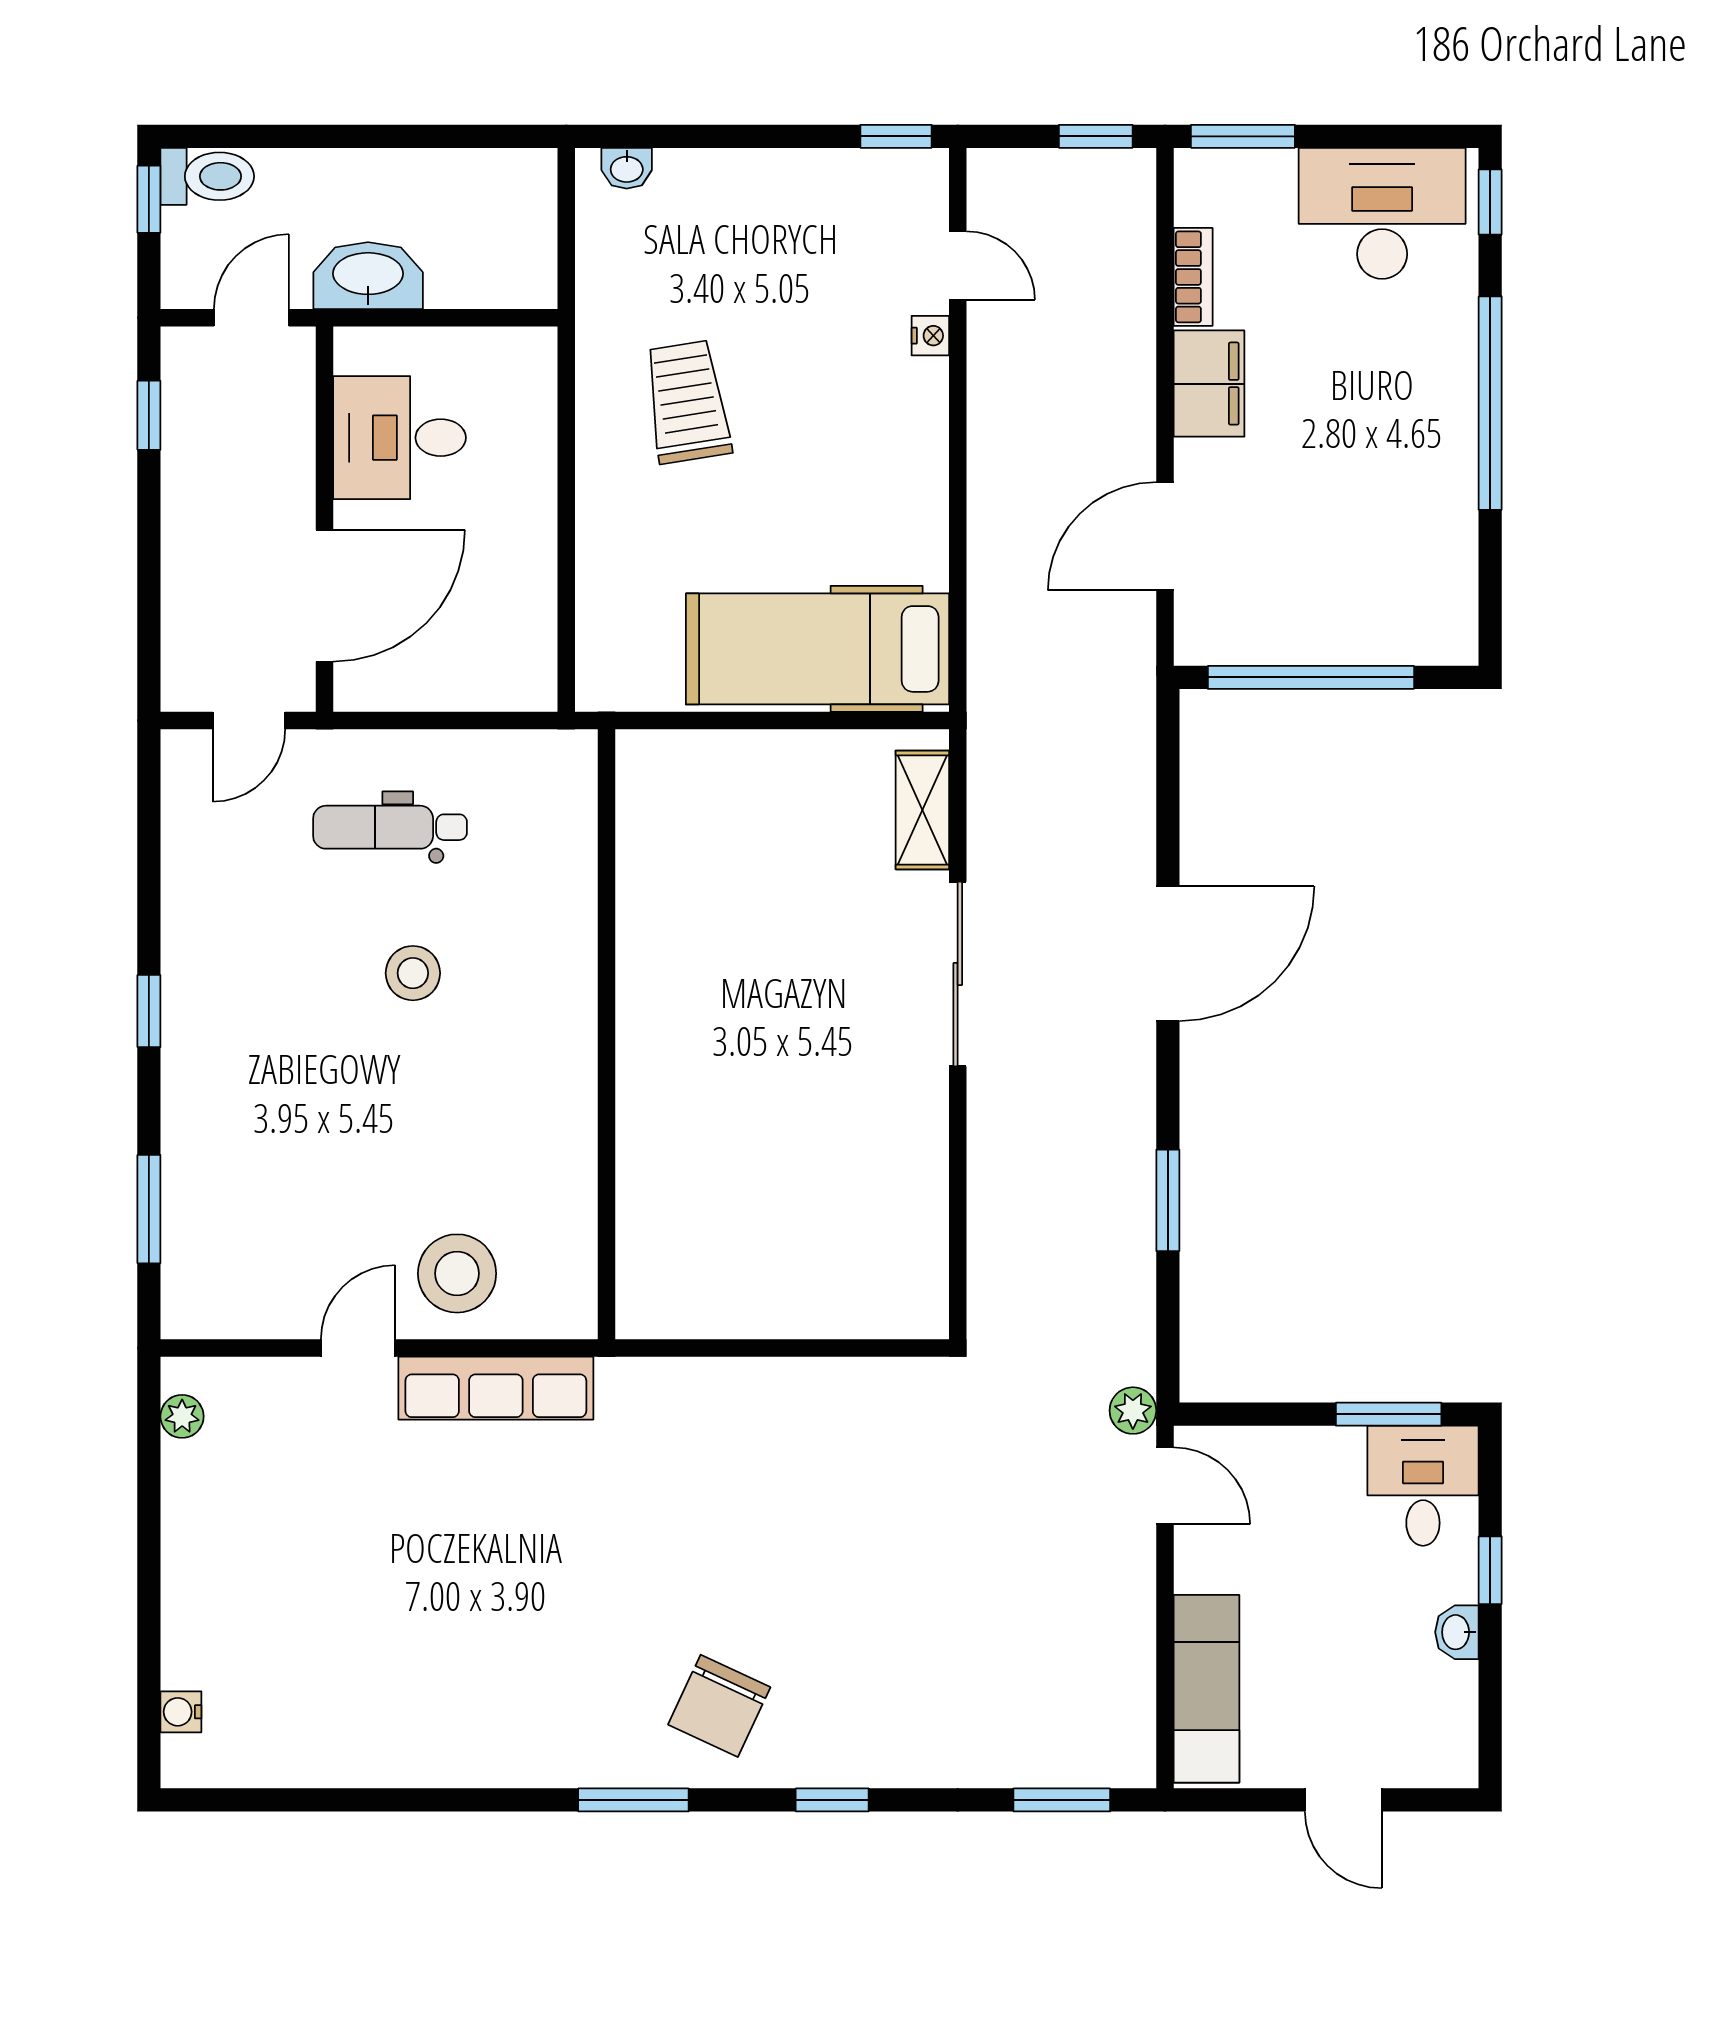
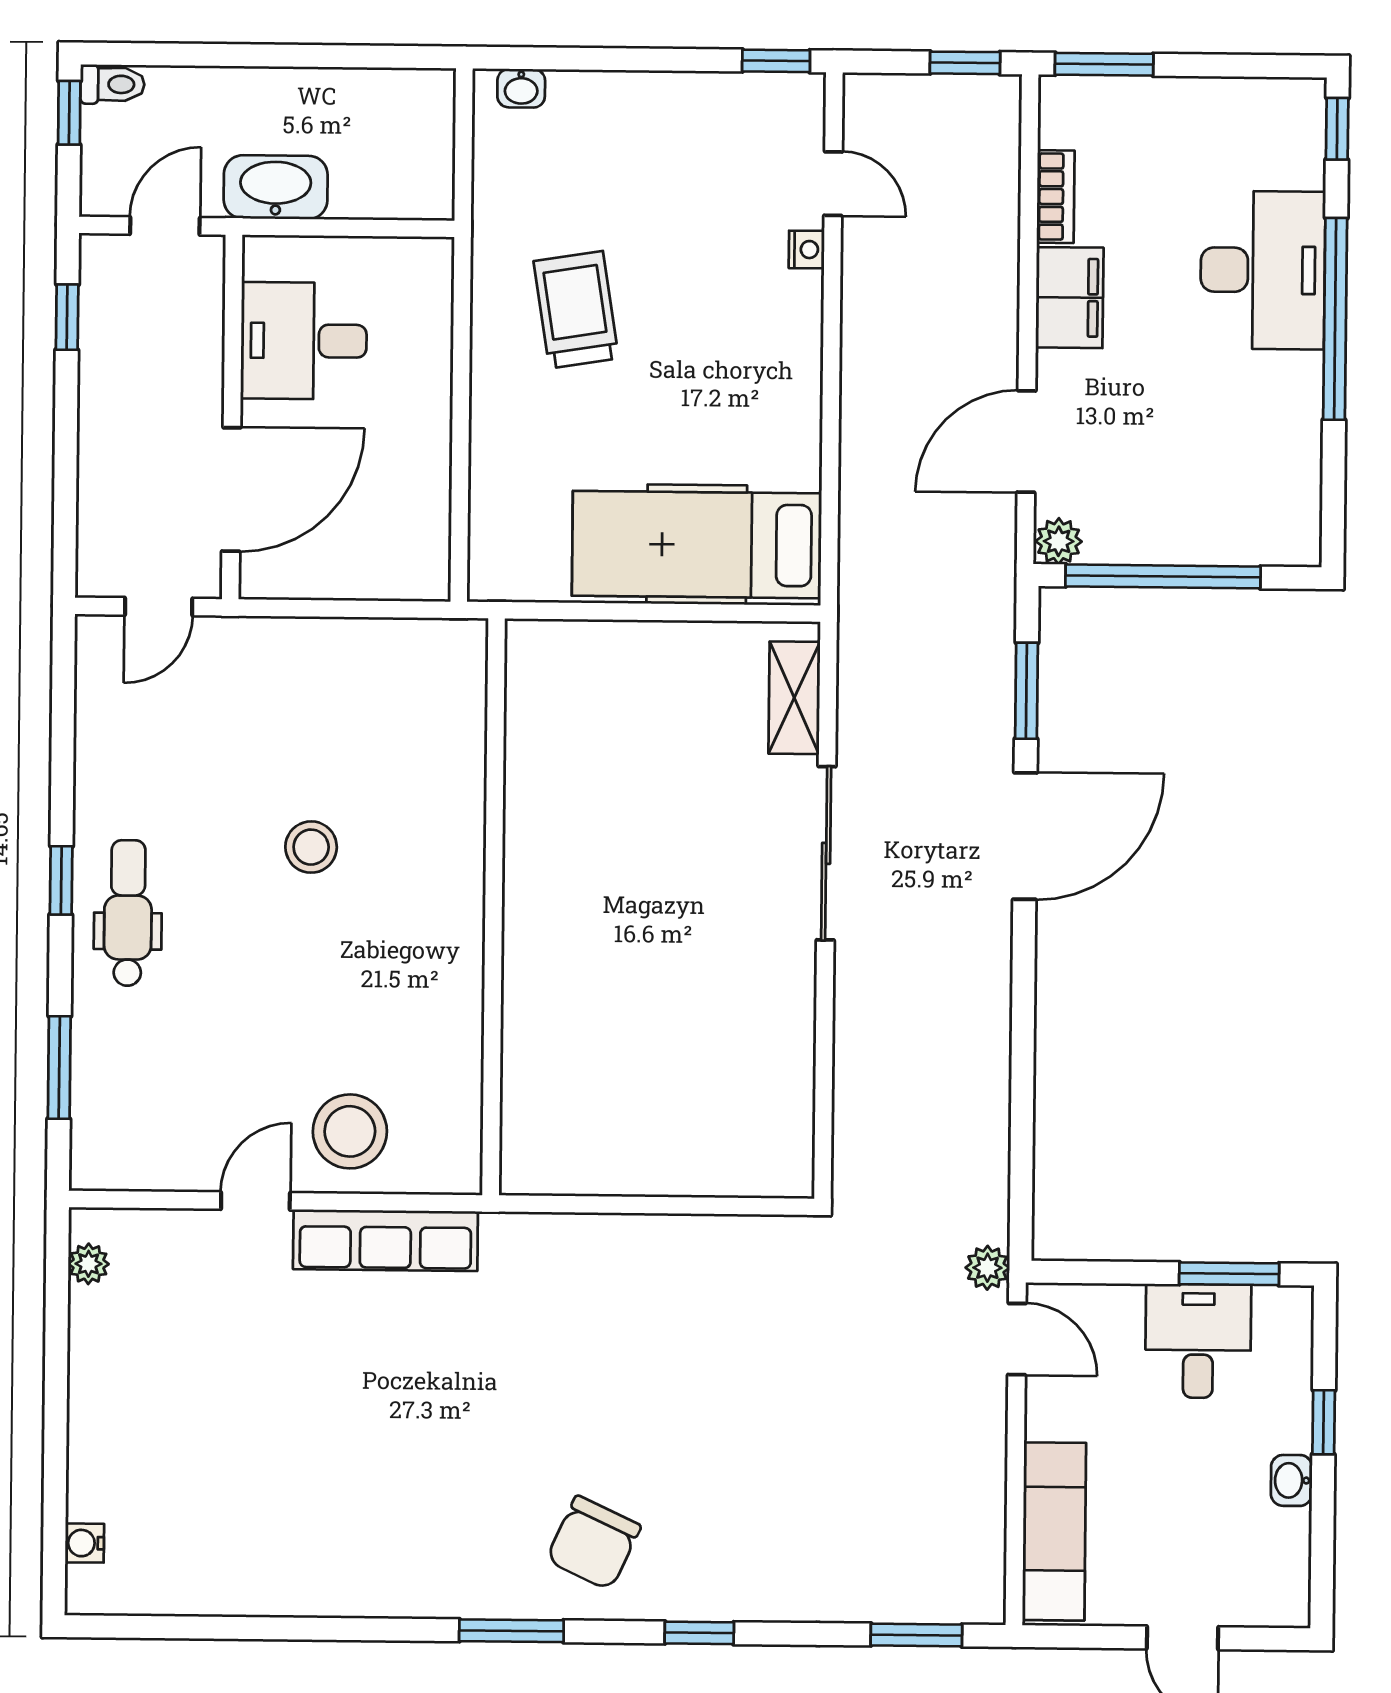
toilet: (207, 176) -> (112, 84), width x0.73, depth x0.72
desk: (1382, 213) -> (1263, 270), moved, turned 90
plant: (1200, 641) -> (1059, 541), added
dental chair: (390, 827) -> (128, 913), moved, turned 90
window: (1168, 1200) -> (1026, 691), moved
desk: (1423, 1486) -> (1198, 1341), moved

